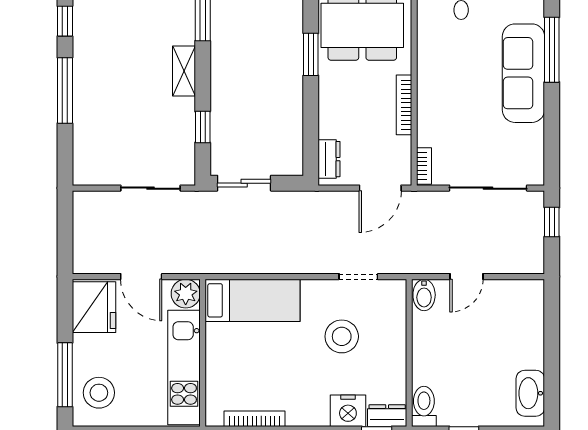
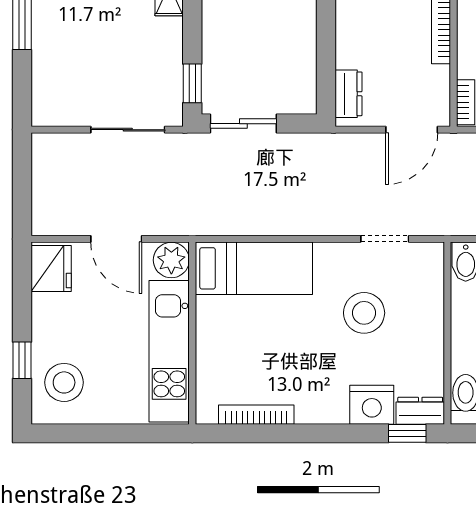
window: (203, 127) -> (192, 83), moved
fridge: (94, 307) -> (51, 268), width x0.73, depth x0.75
window: (65, 375) -> (22, 360), width x0.46

